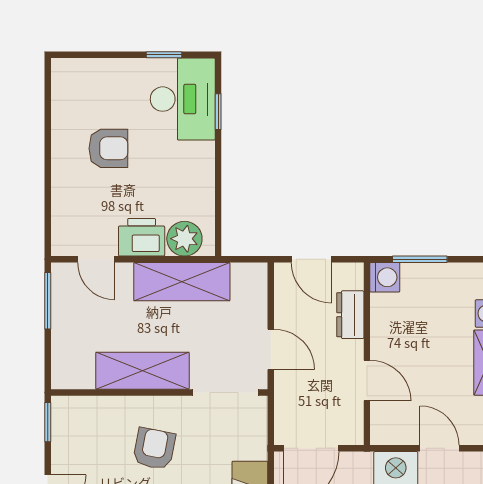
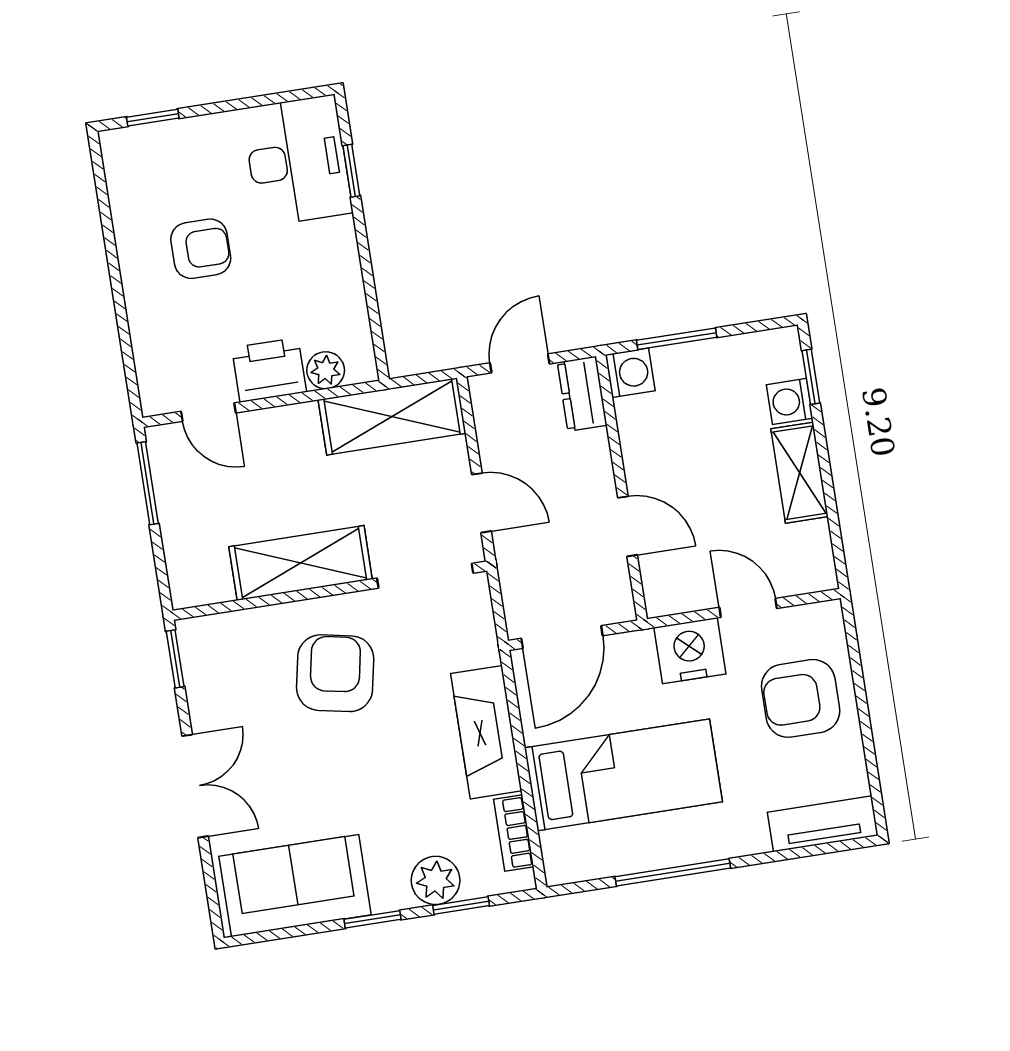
window: (164, 55) -> (153, 118), moved
plant: (184, 239) -> (326, 370), width x0.73, depth x0.73
door: (311, 259) -> (520, 363), swing flipped
shelving: (182, 282) -> (392, 416), moved
dresser: (350, 315) -> (582, 394), moved
armchair: (154, 449) -> (335, 673), width x1.38, depth x1.38

